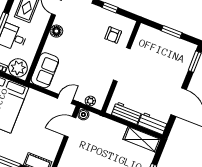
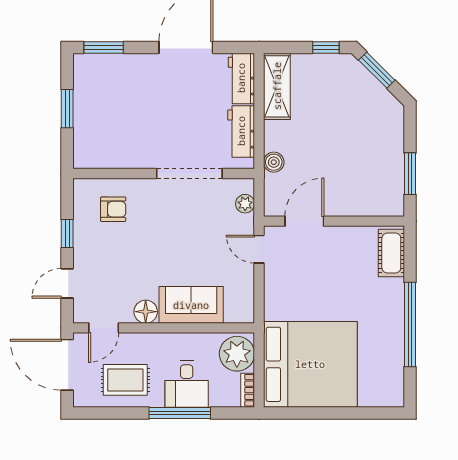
doorway: (122, 64) -> (189, 173), moved
sofa: (45, 70) -> (191, 305), moved
boiler: (83, 115) -> (274, 162), moved
door: (70, 127) -> (304, 221), swing flipped

